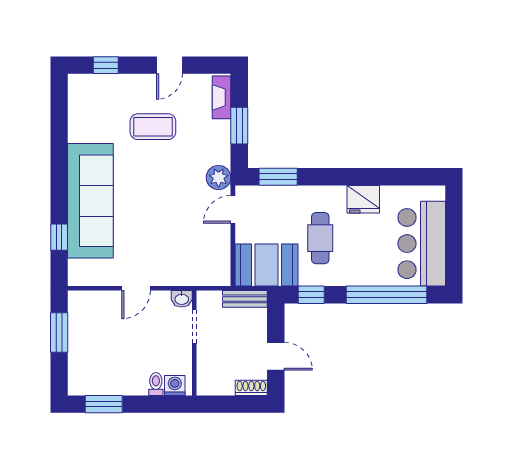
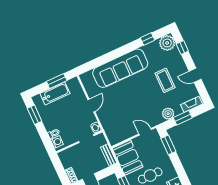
plant: (84, 90) -> (167, 43), added
plant: (219, 178) -> (168, 114), moved
window: (59, 237) -> (147, 39), moved
door: (136, 288) -> (91, 106), swing flipped
bathtub: (81, 347) -> (55, 93), added

